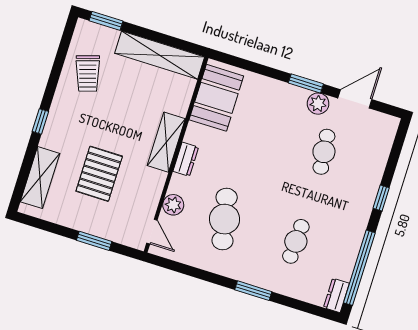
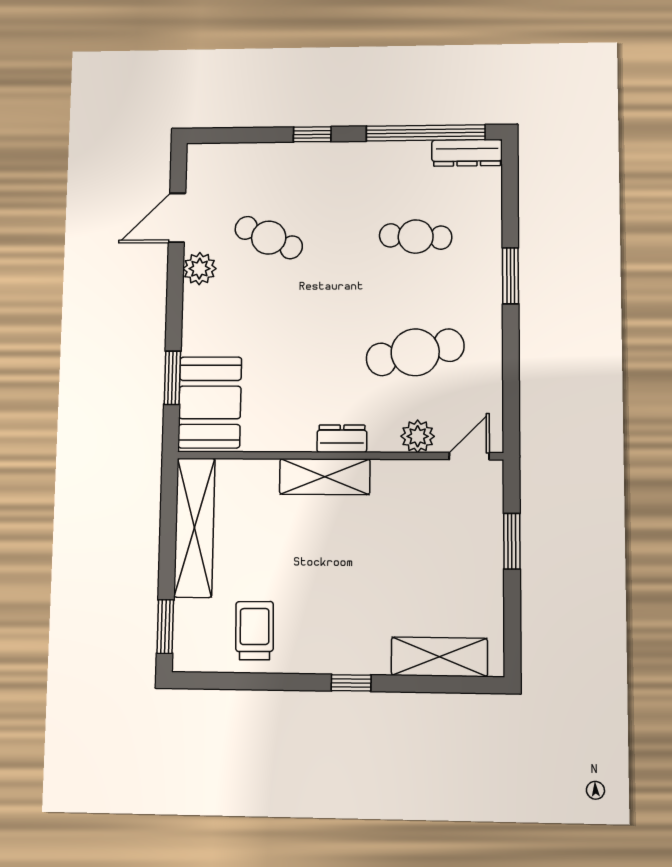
trolley: (88, 73) -> (255, 631), turned -74
window: (306, 83) -> (172, 378), moved
booth: (216, 98) -> (210, 402), moved, turned 90
door: (355, 99) -> (177, 218), hinge flipped
cafe table: (324, 152) -> (269, 238), turned 30
pallet: (99, 174) -> (405, 565), removed
dresser: (336, 295) -> (467, 153), width x1.44

